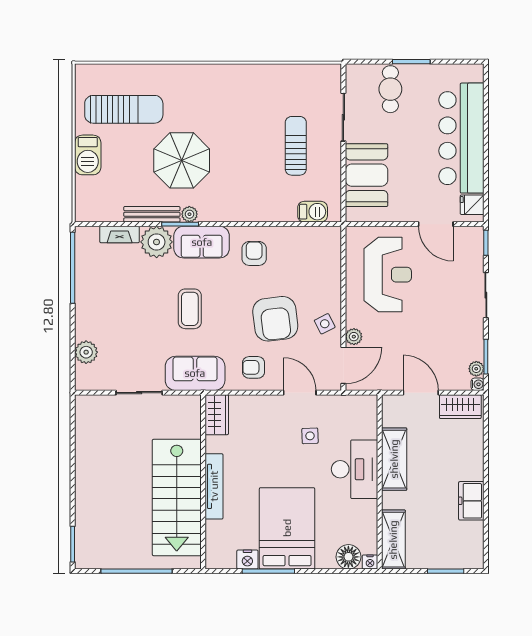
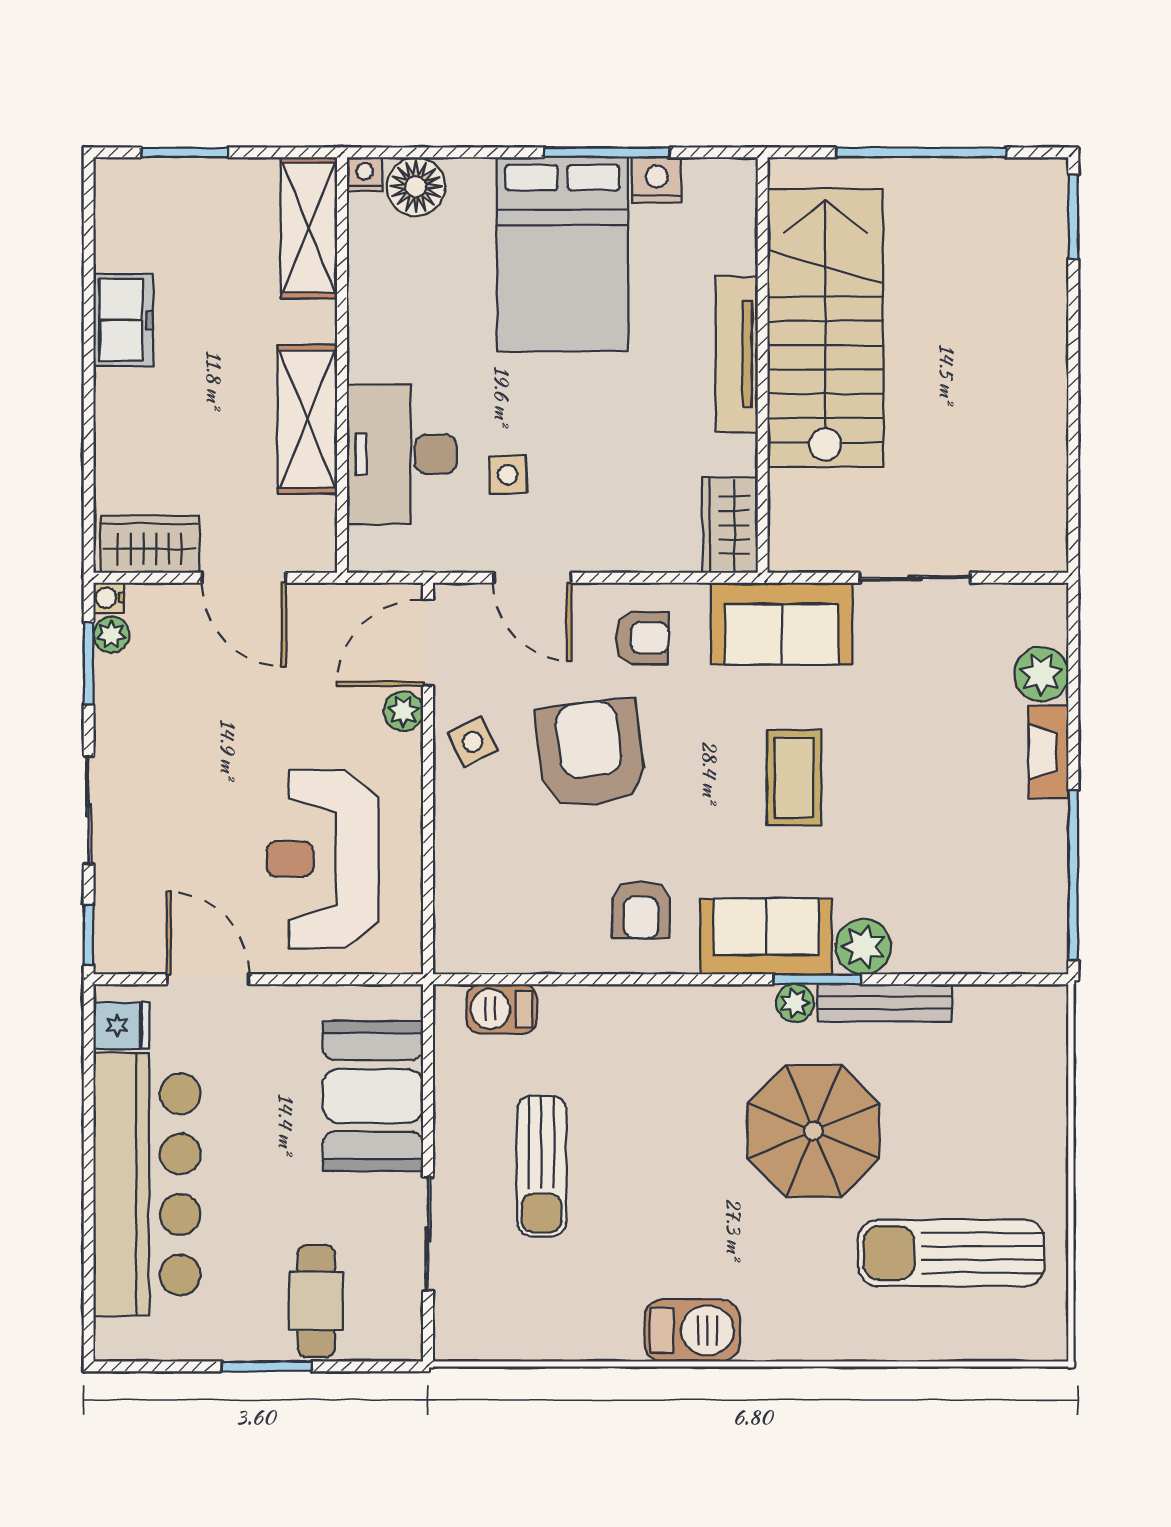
barbecue: (88, 155) -> (692, 1330), moved, turned 90
fireplace: (120, 235) -> (1049, 752), moved, turned -90
plant: (157, 242) -> (863, 947), width x0.73, depth x0.73
desk: (354, 469) -> (402, 454), moved

